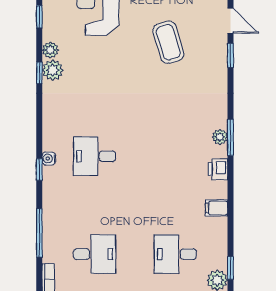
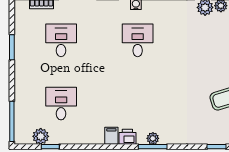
filing cabinet: (217, 208) -> (111, 136), moved
desk: (95, 254) -> (61, 40), turned 180

